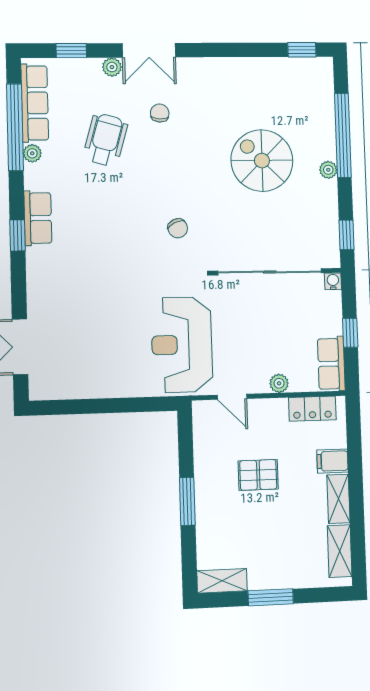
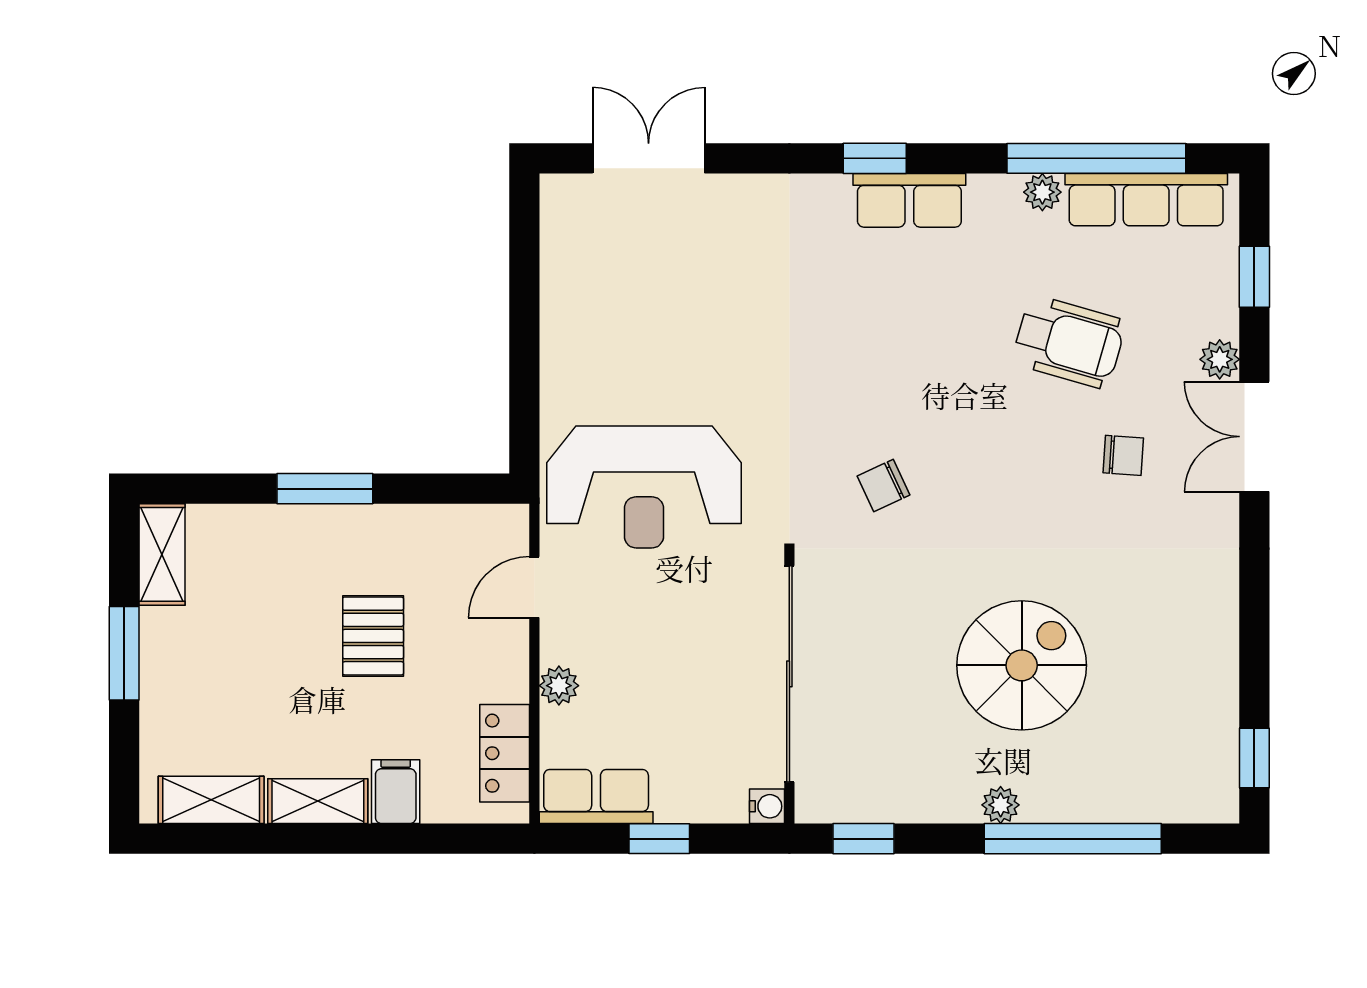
reception desk: (182, 345) -> (644, 487), turned 180

